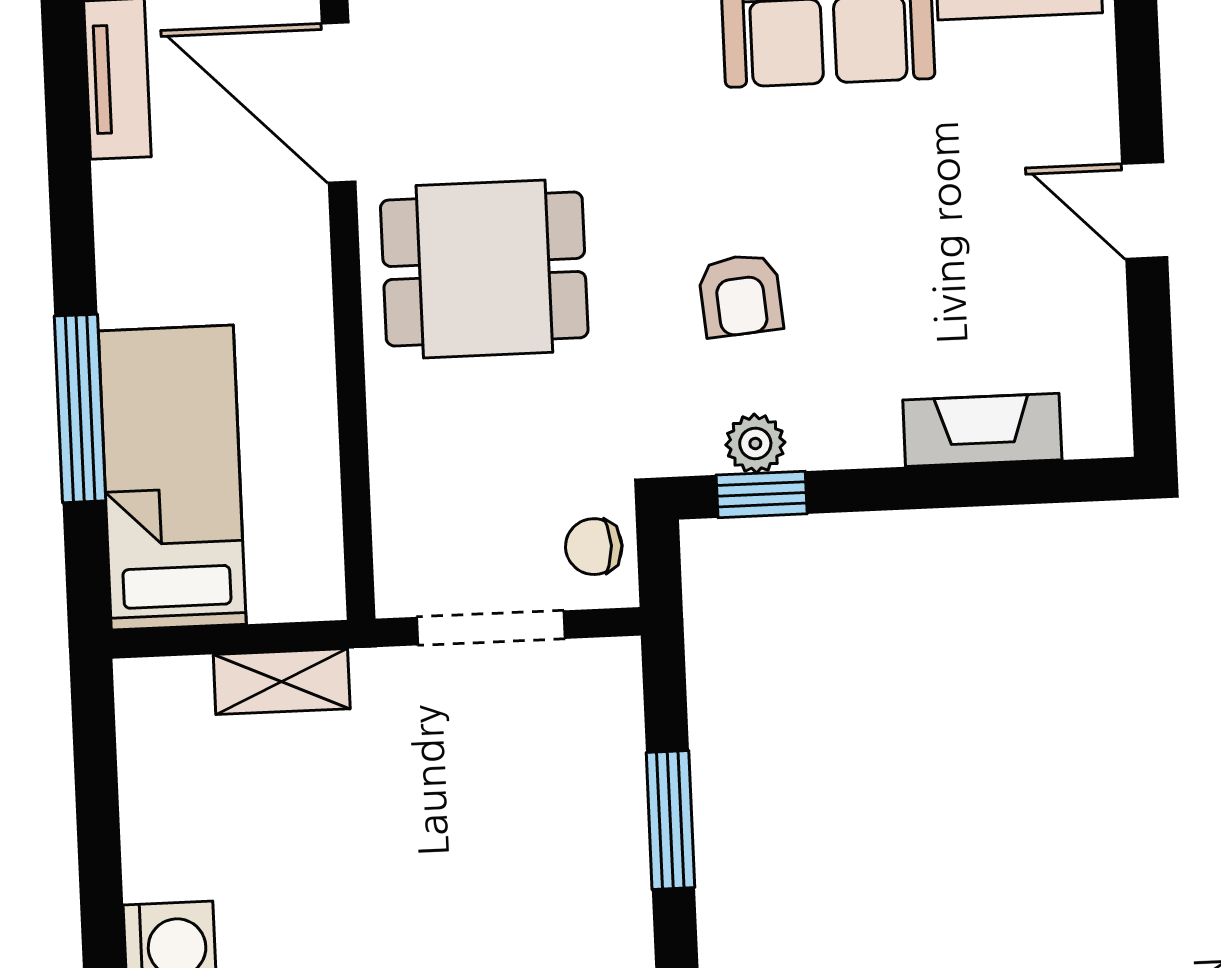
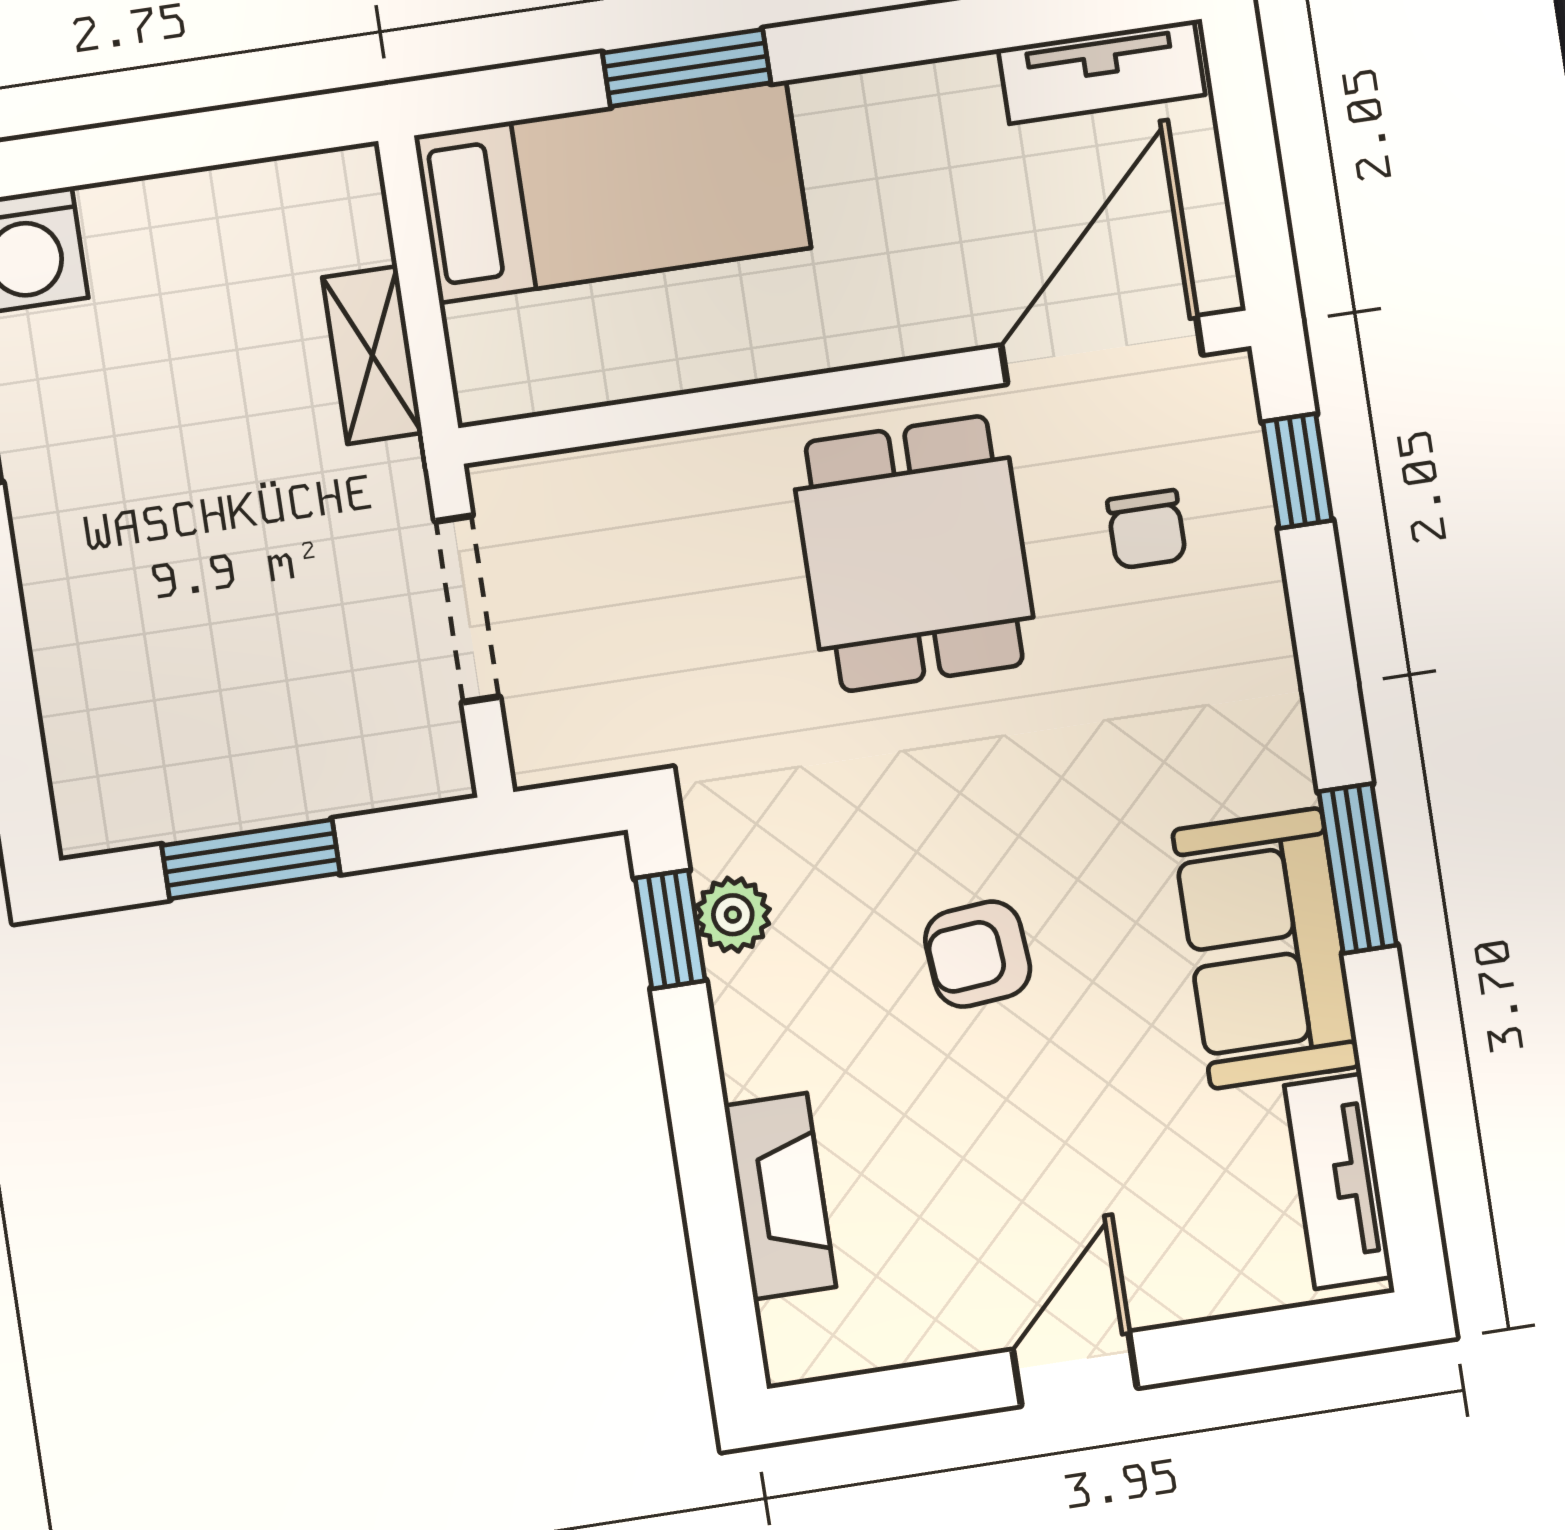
armchair: (740, 295) -> (978, 954), moved
window: (80, 408) -> (687, 68), width x0.69
chair: (594, 547) -> (1147, 529), moved, turned 180

